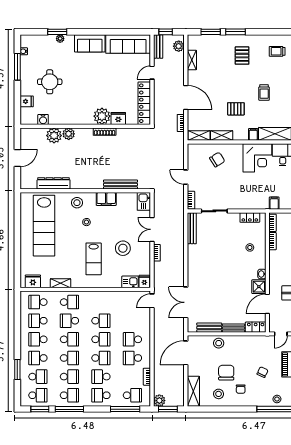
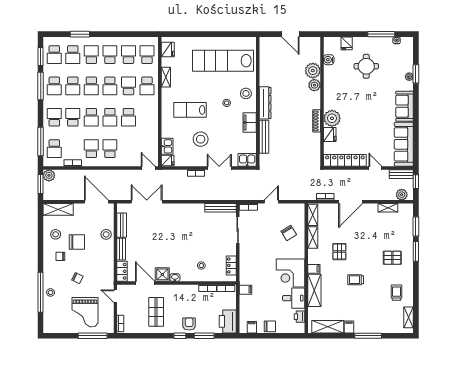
dresser: (54, 183) -> (265, 103), moved

